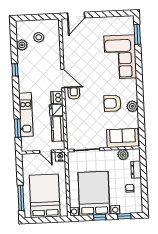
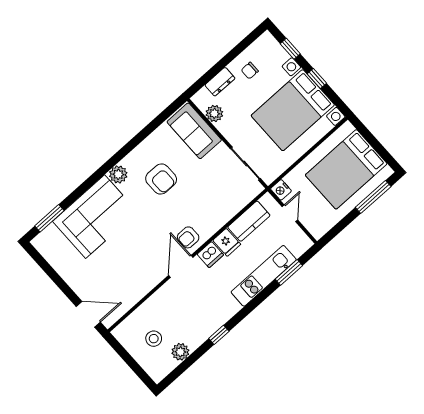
plant: (132, 106) -> (118, 174), moved

